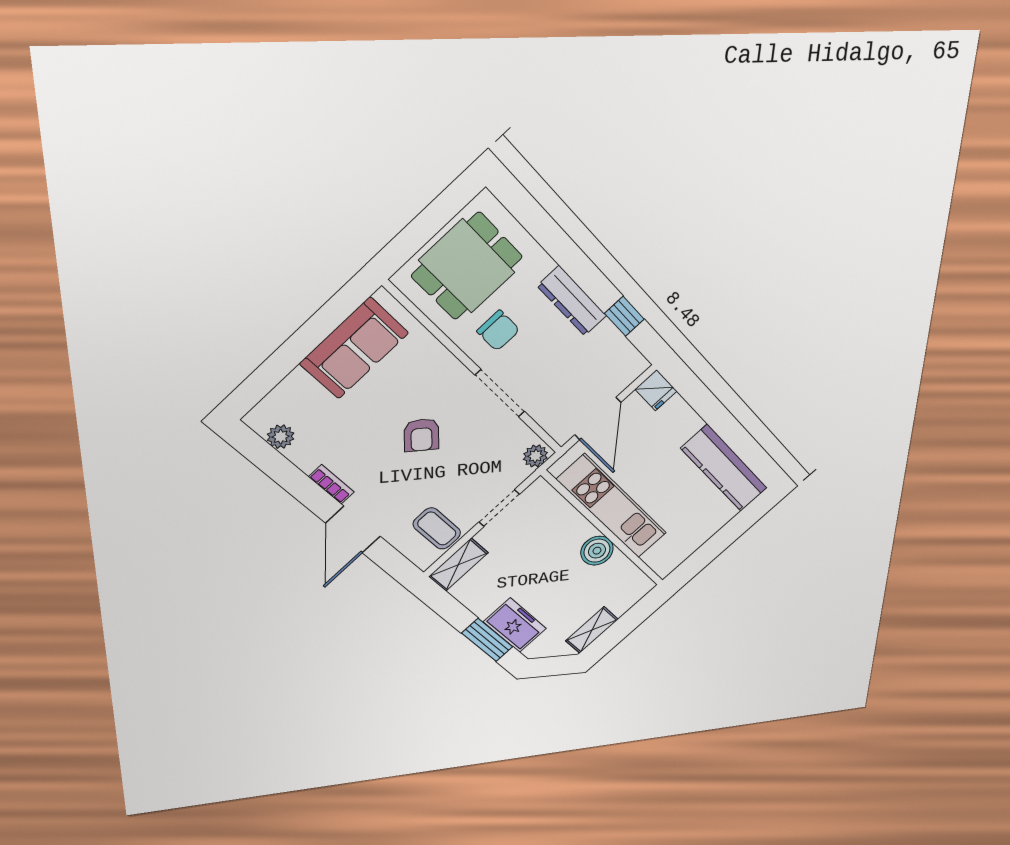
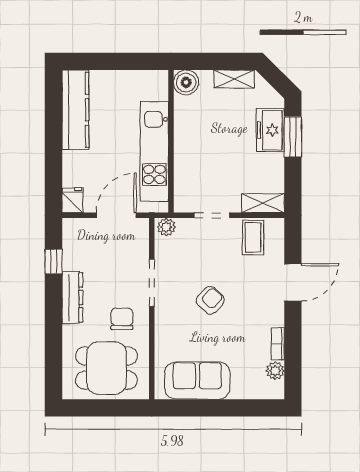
bookcase: (331, 484) -> (278, 344), moved
boiler: (597, 551) -> (186, 82), moved

